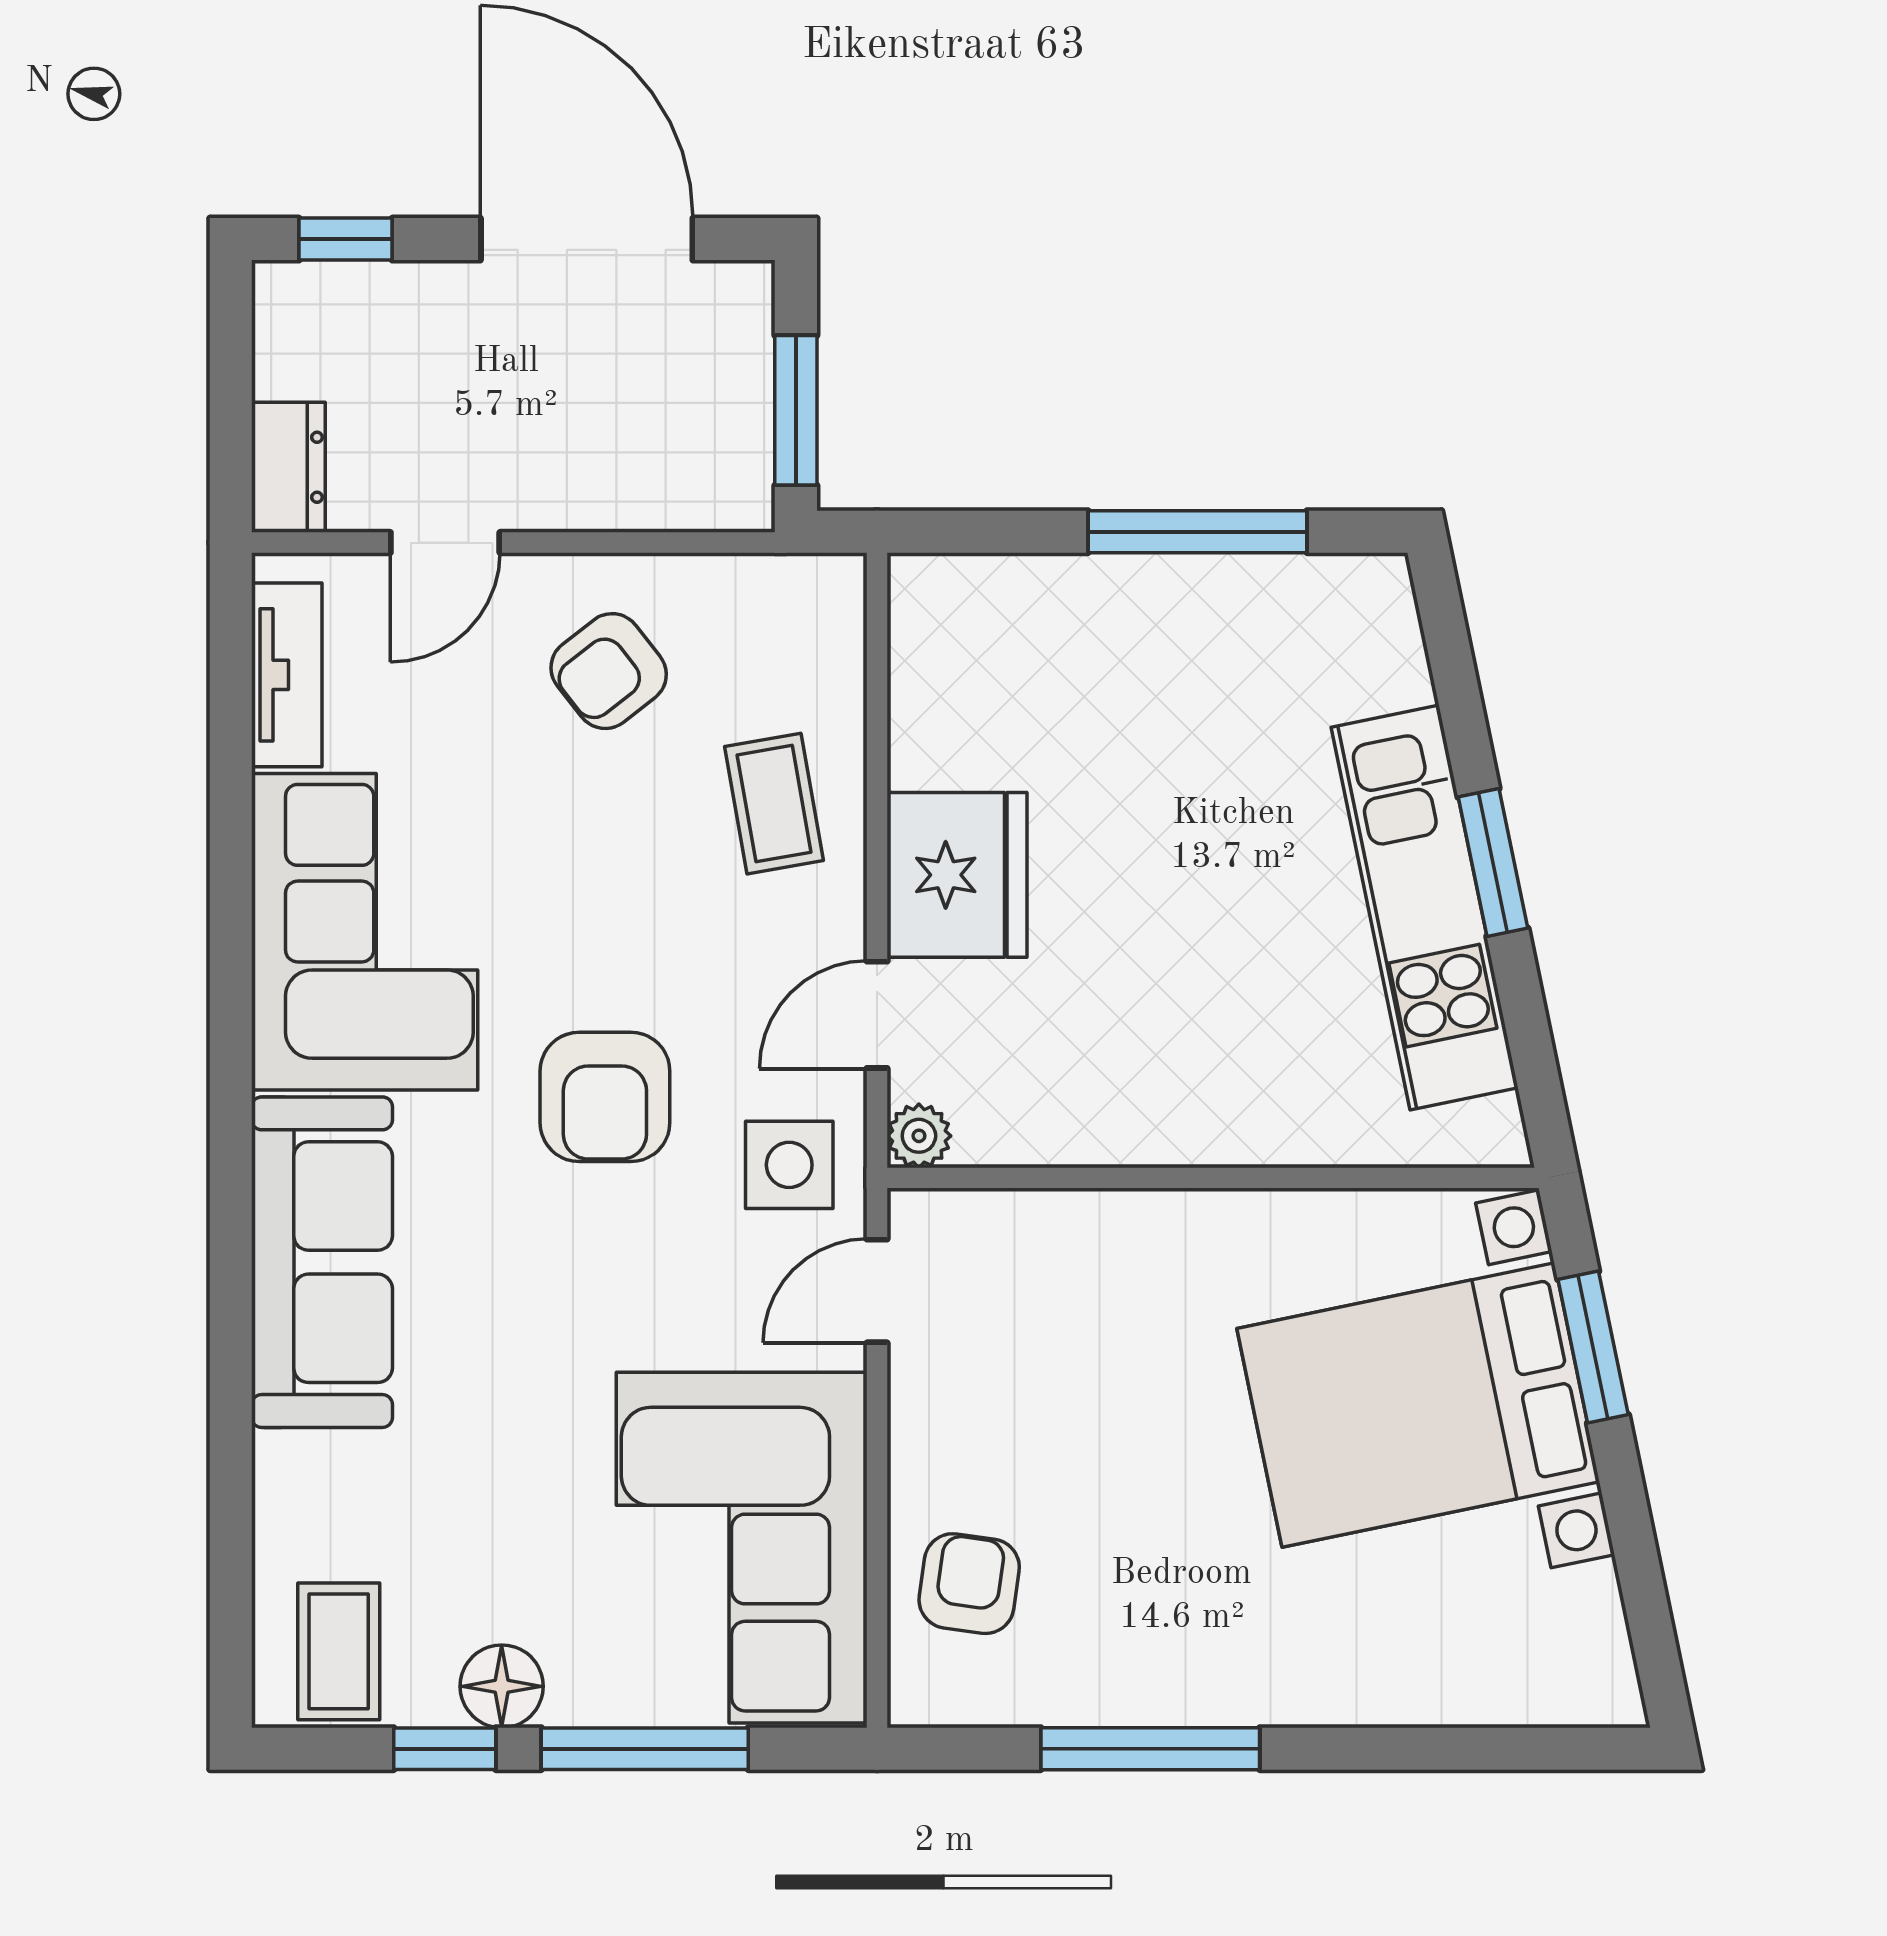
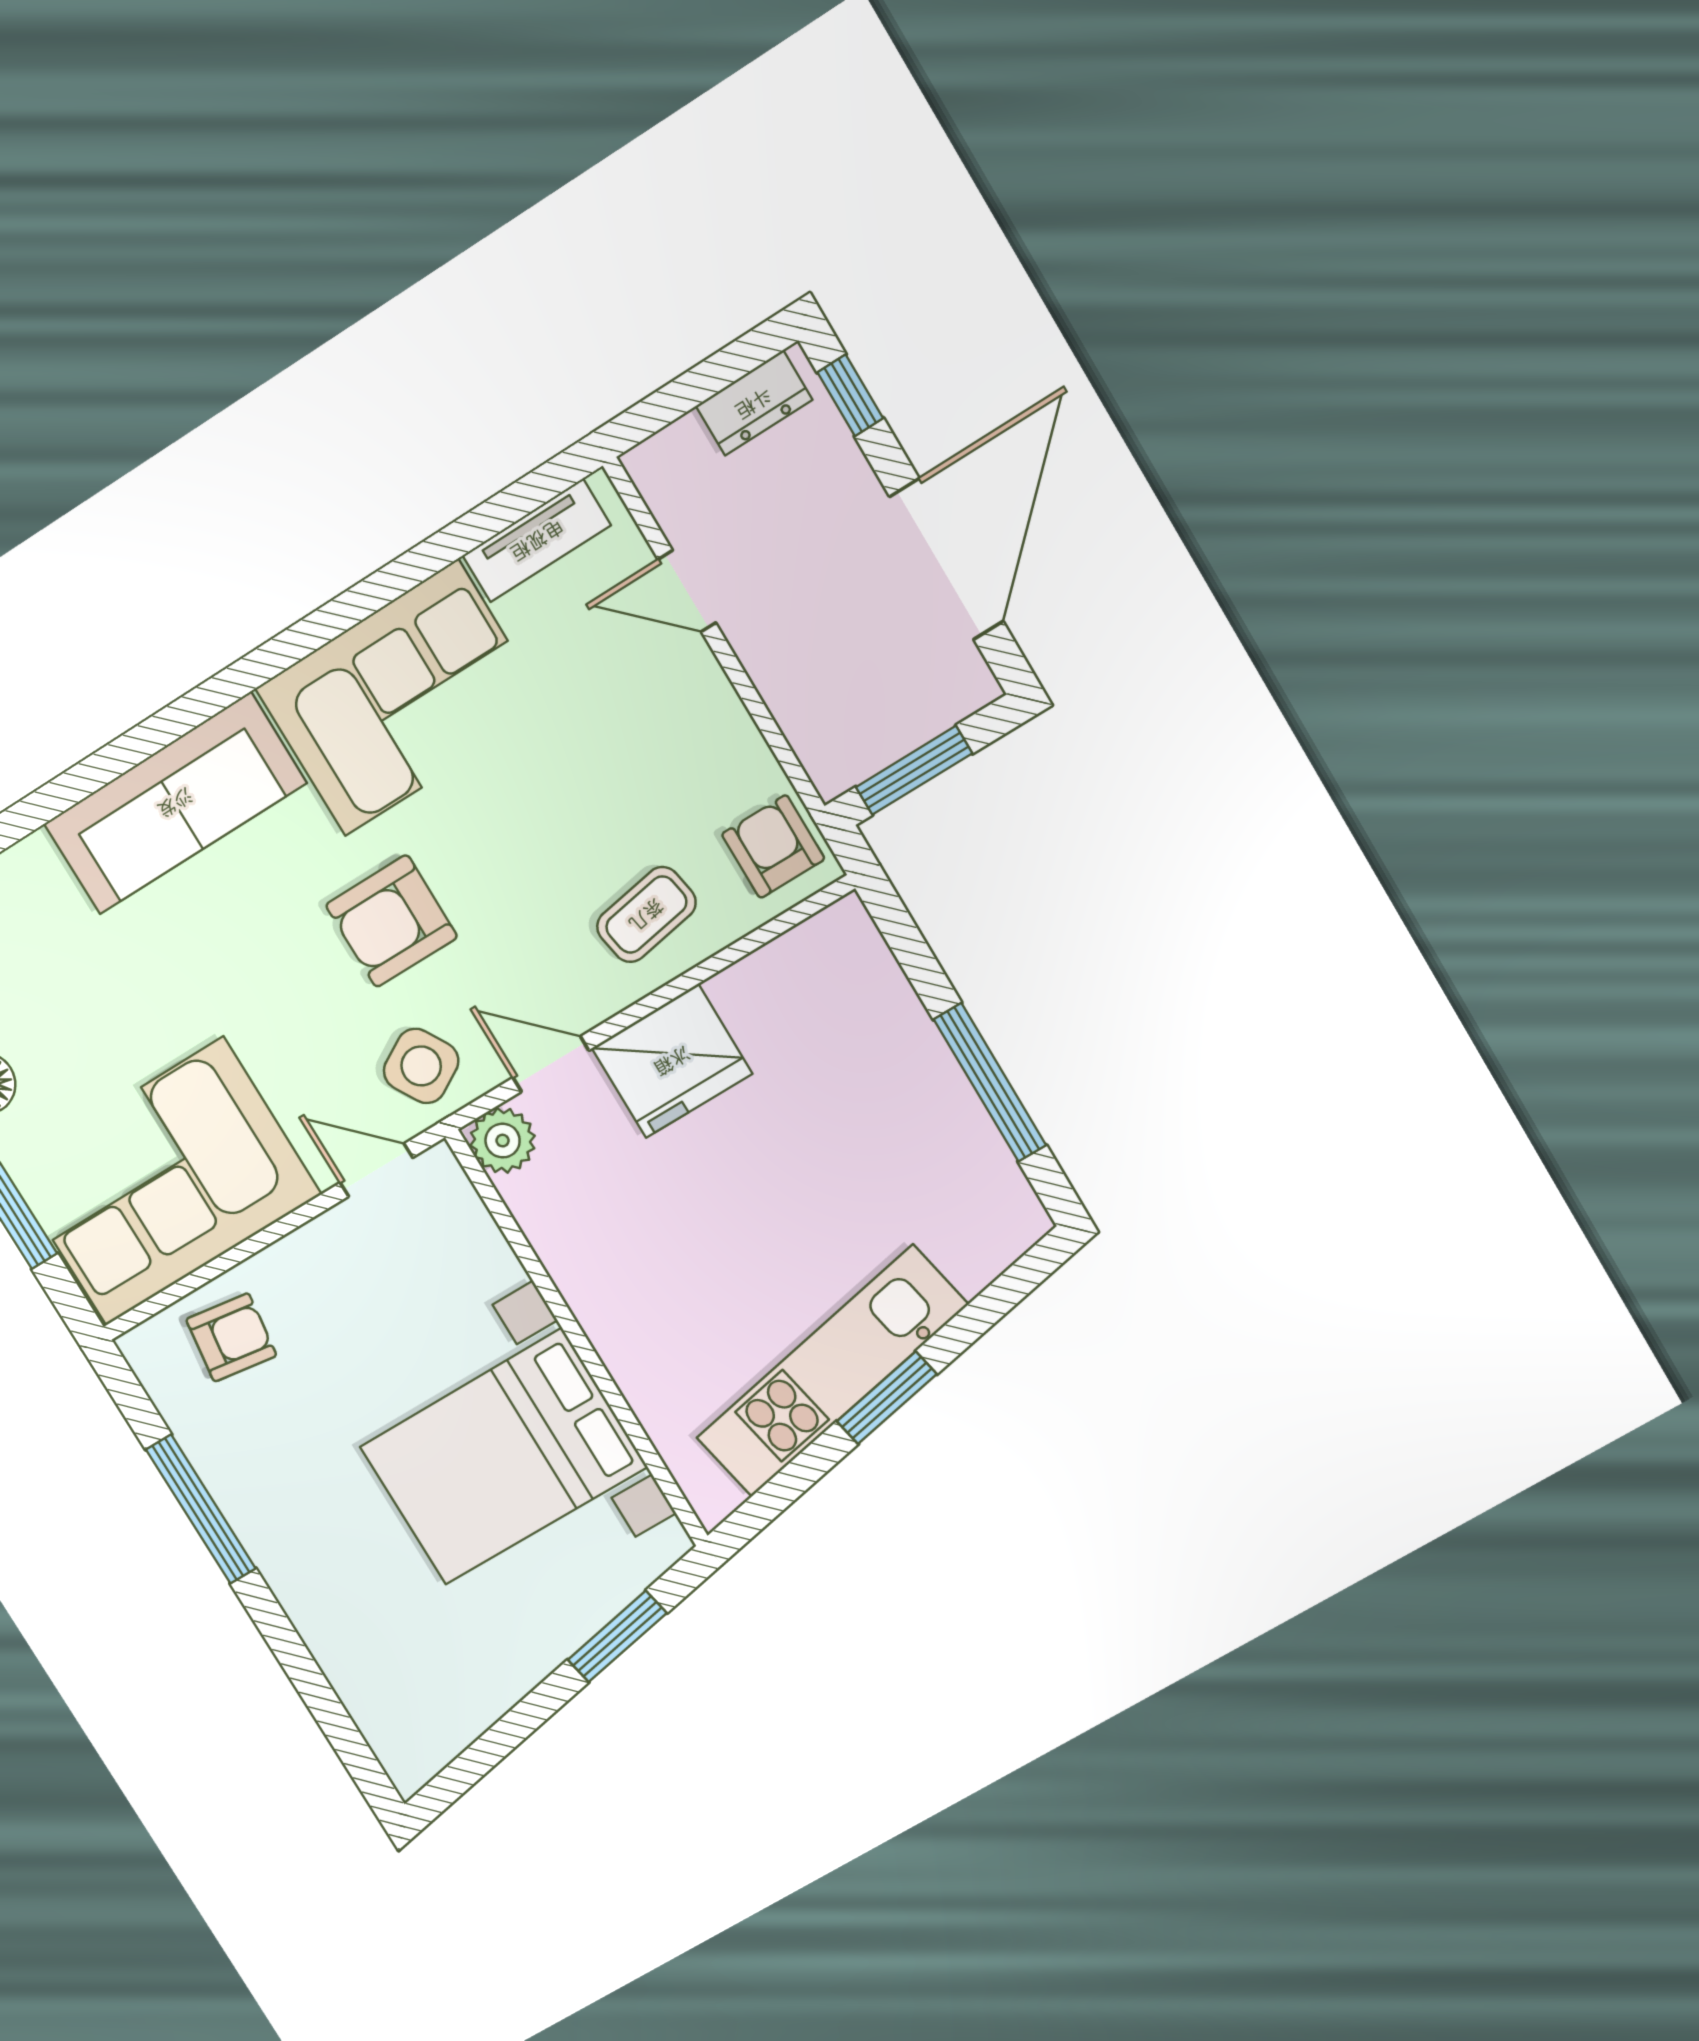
dresser: (288, 467) -> (754, 403), moved
armchair: (609, 671) -> (773, 847), moved, turned 38
plant: (919, 1136) -> (503, 1141), width x1.38, depth x1.38
side table: (789, 1165) -> (421, 1066), turned -30
bed with nightstands: (1418, 1405) -> (503, 1457), moved, turned -78

